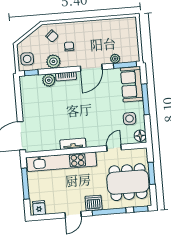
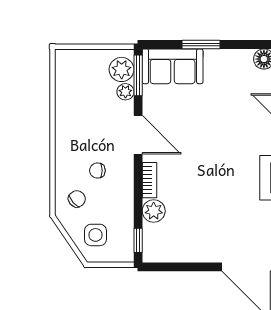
side table: (27, 59) -> (95, 235), moved
plant: (53, 61) -> (122, 69), moved
window: (145, 99) -> (201, 45), width x0.69
side table: (129, 119) -> (233, 75), removed

